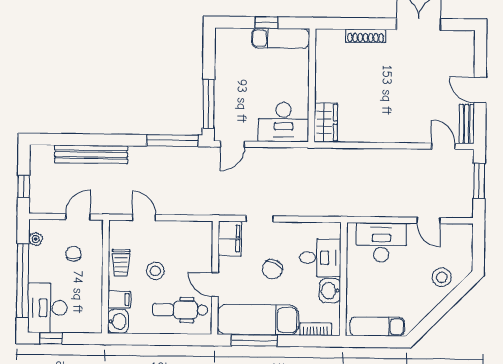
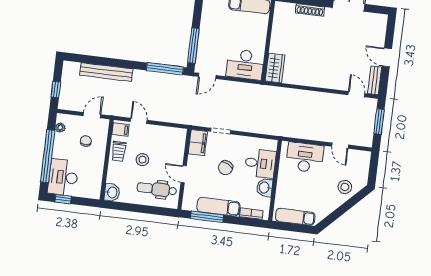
filing cabinet: (119, 299) -> (120, 129), moved
exam couch: (258, 320) -> (218, 207), width x0.73, depth x0.69

